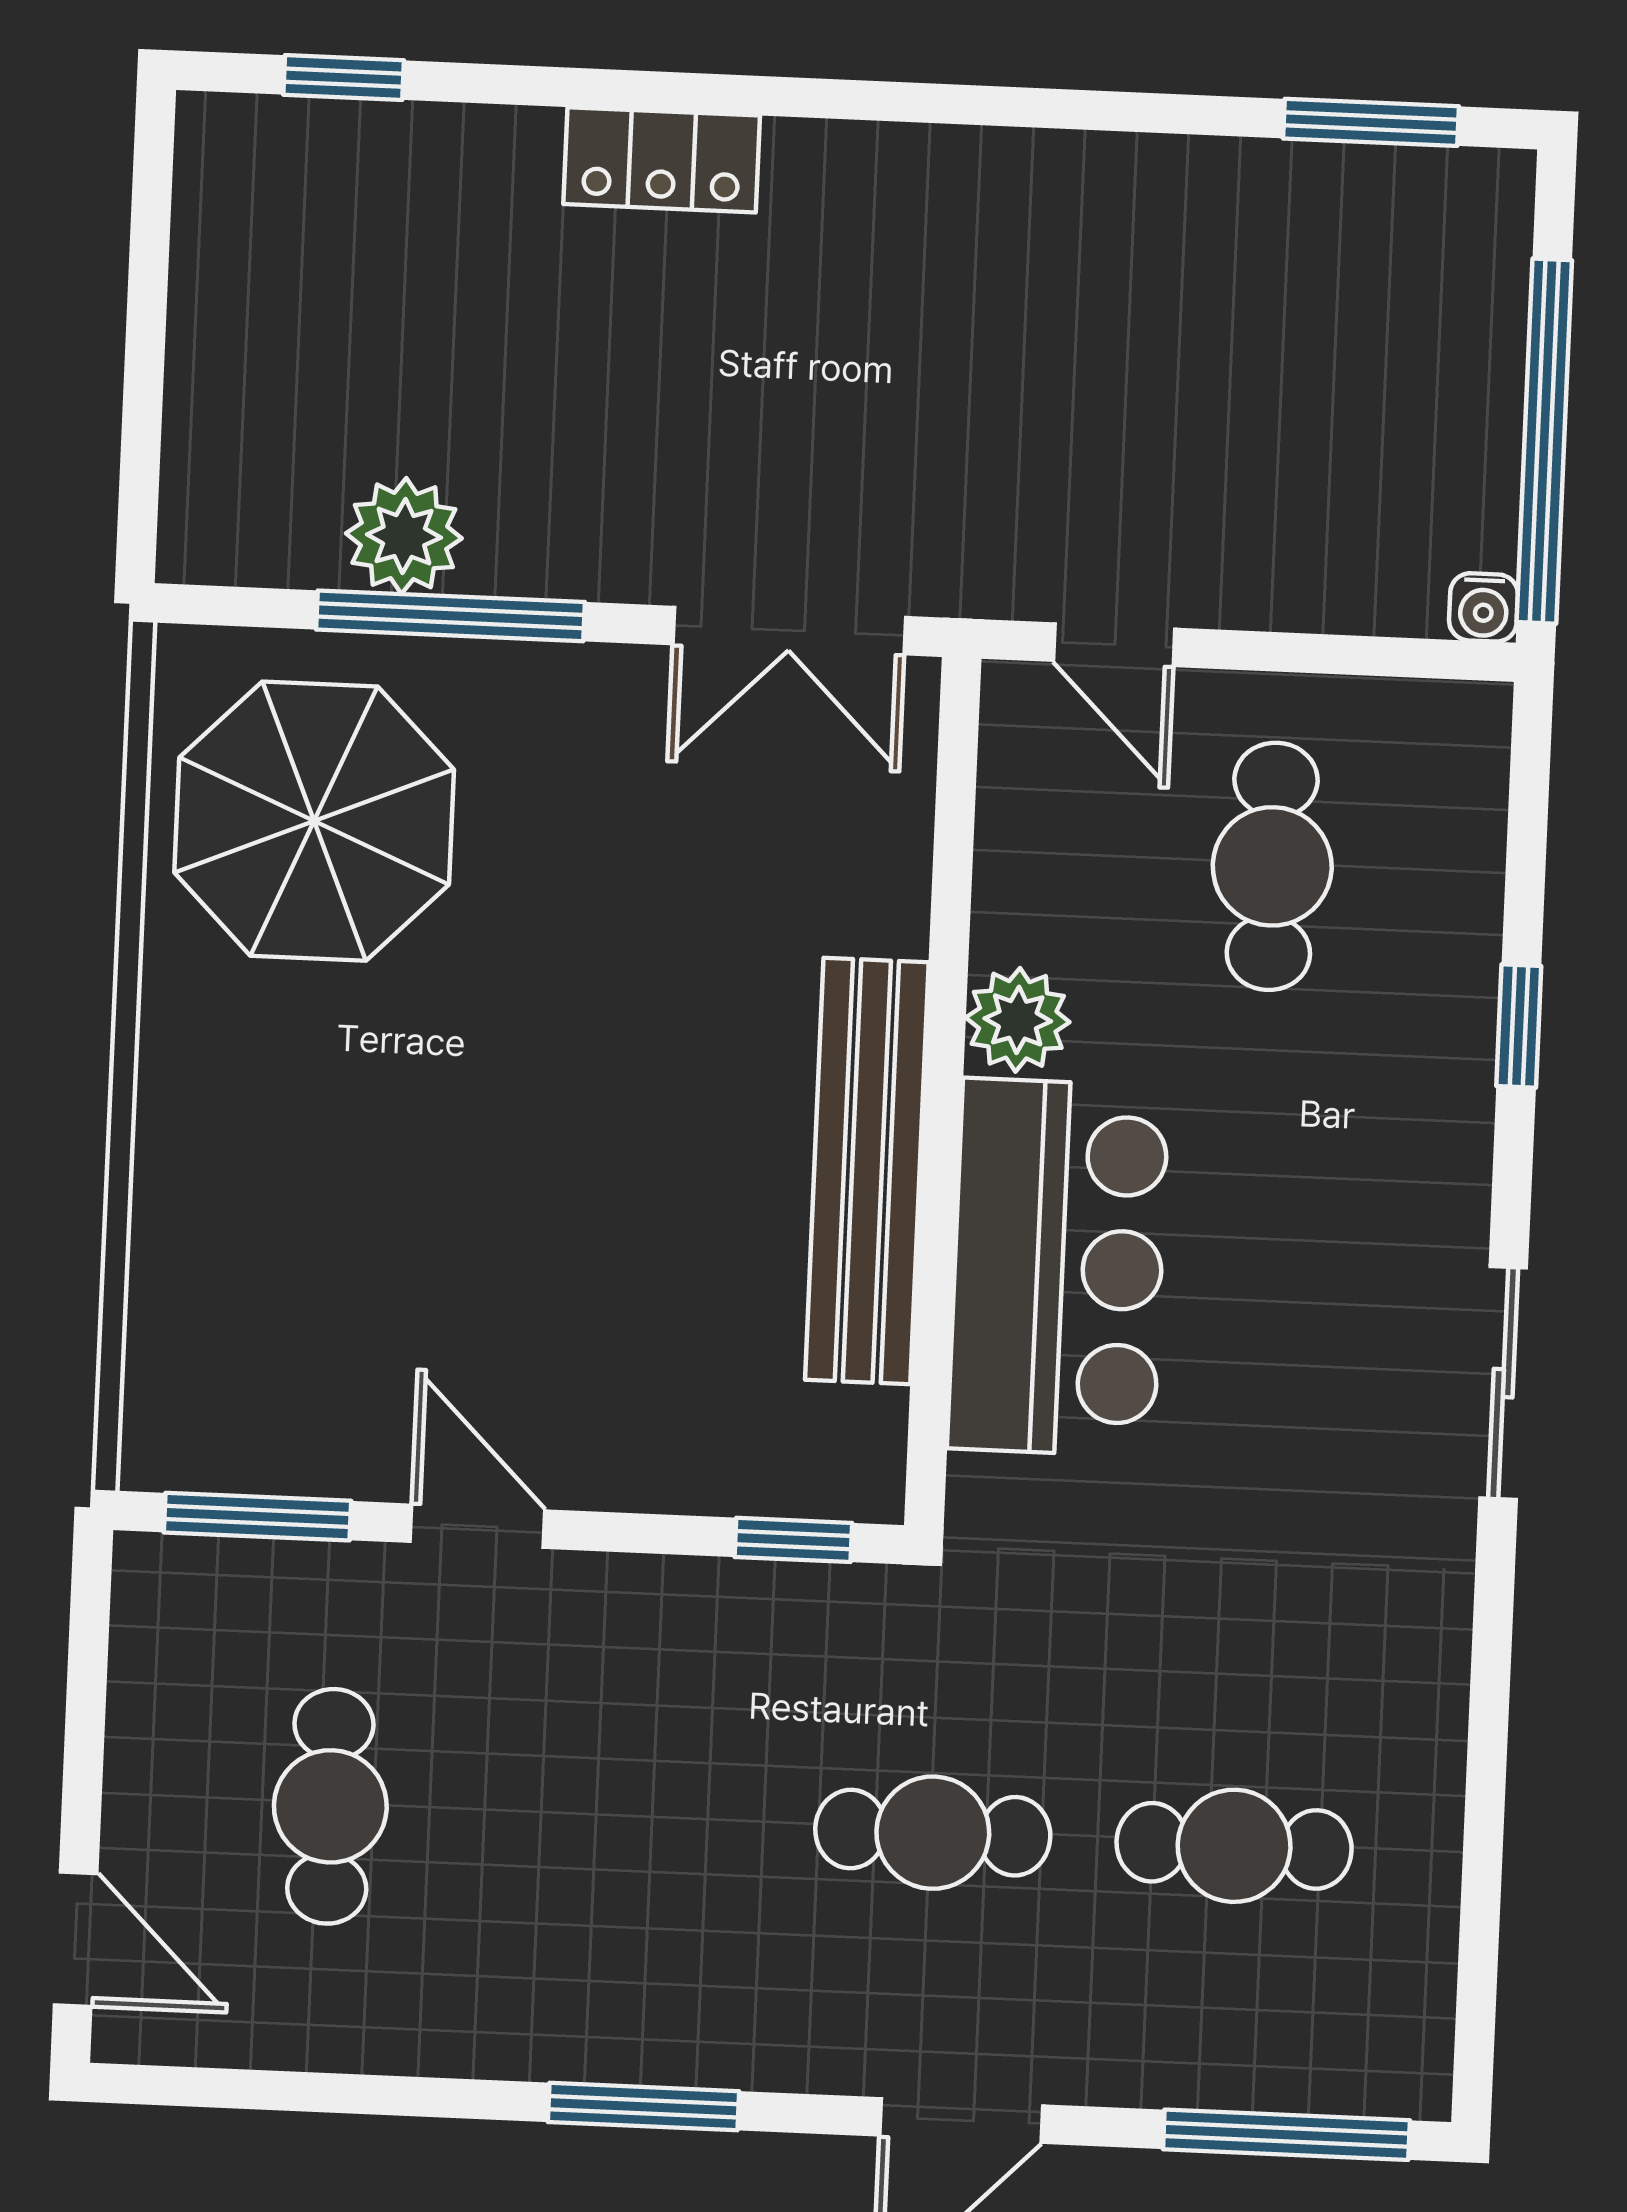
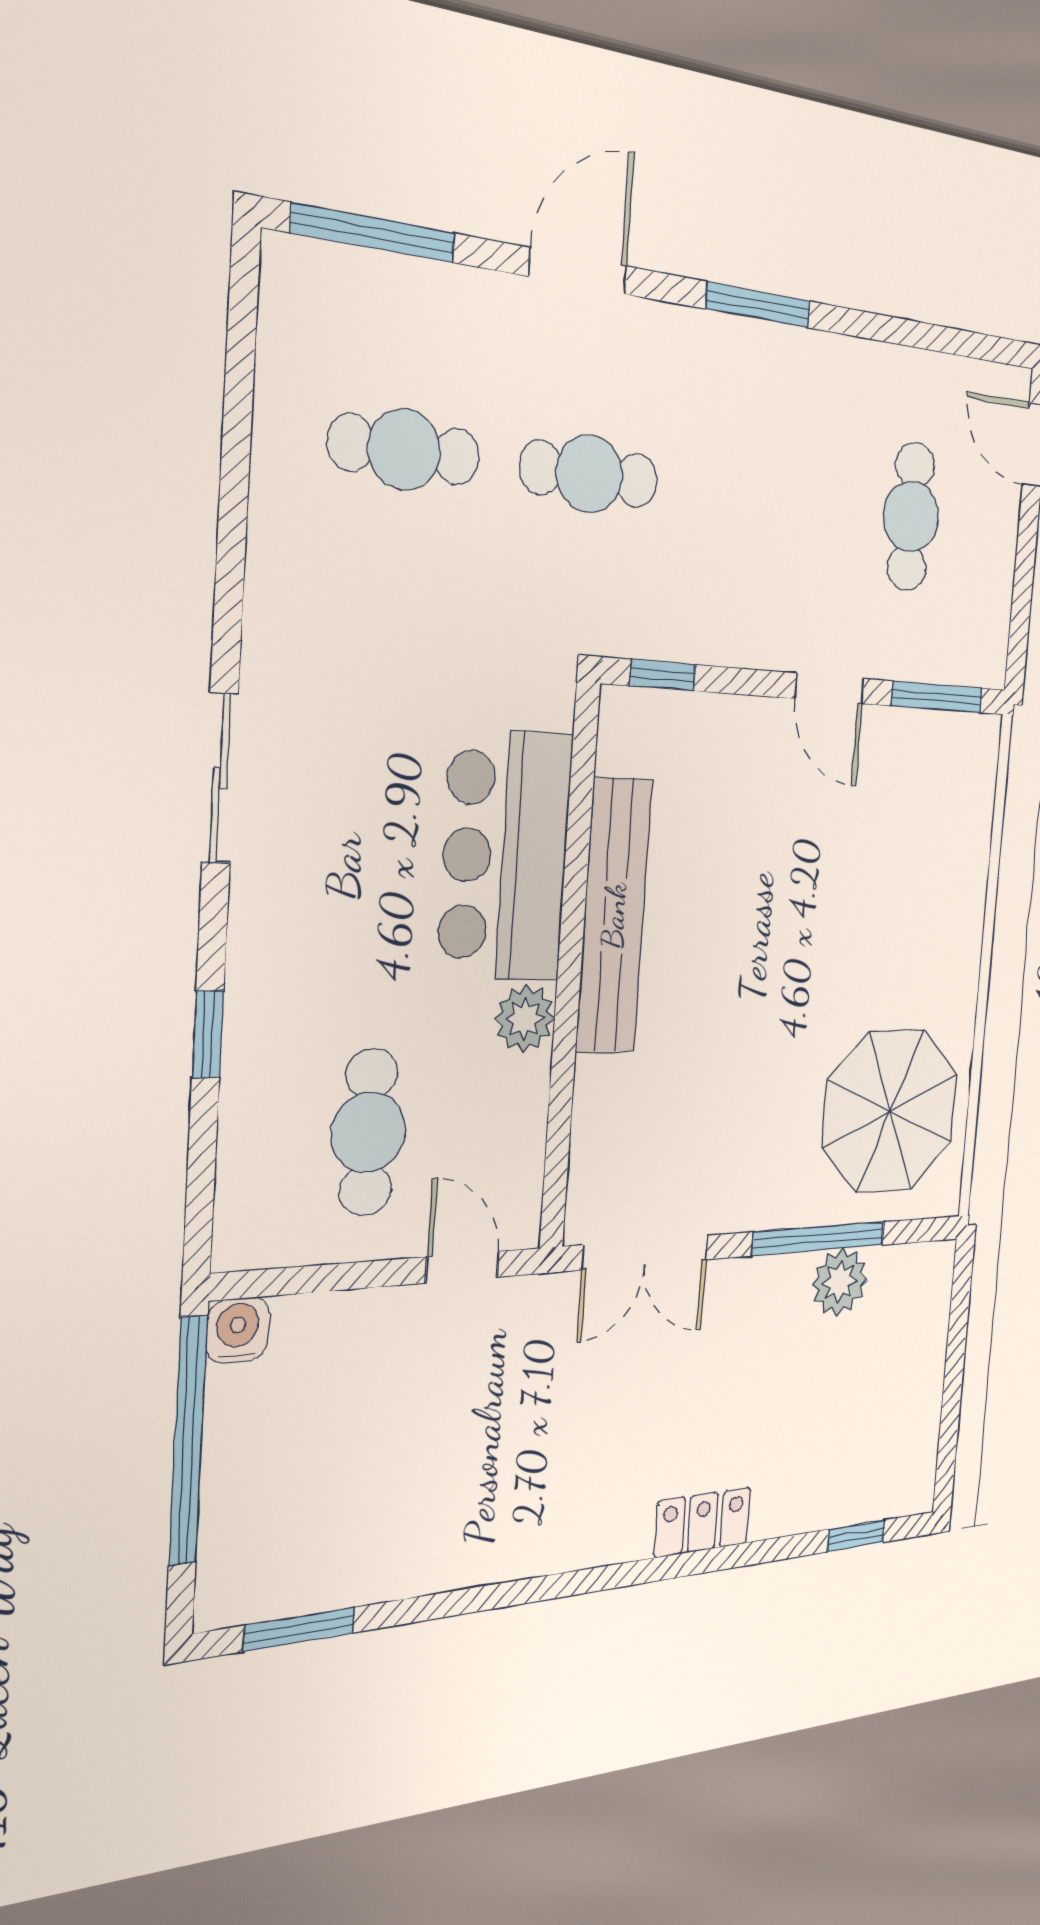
water cooler: (1483, 607) -> (238, 1330), width x1.38, depth x1.38
double door: (789, 631) -> (646, 1252), swing flipped

